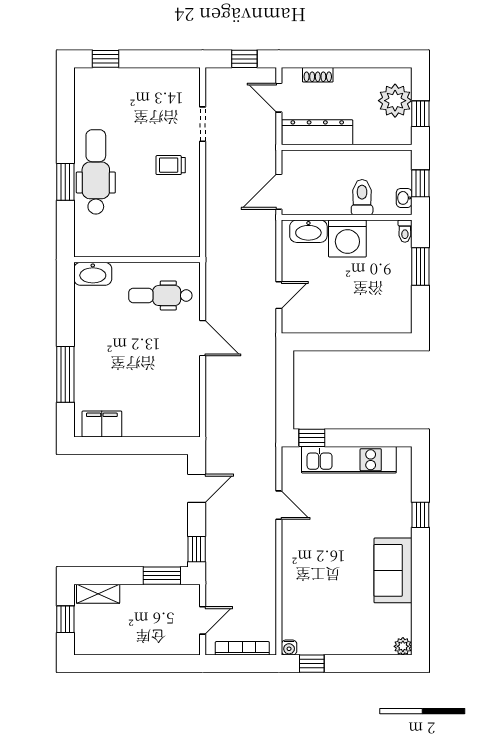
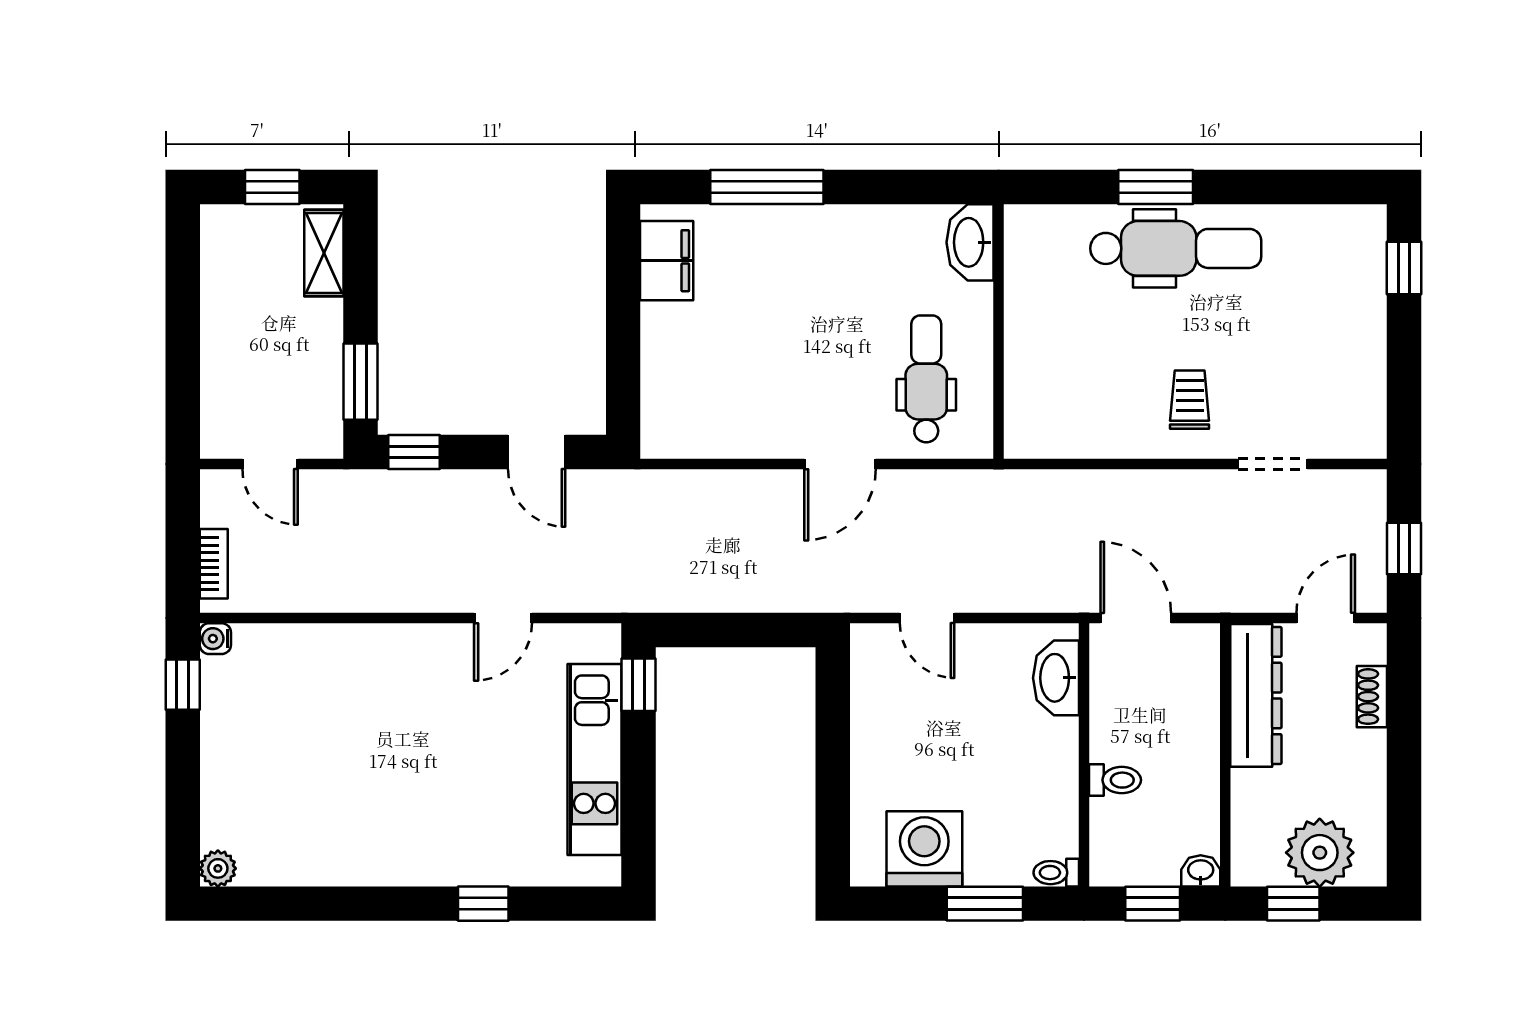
toilet: (362, 197) -> (1115, 780), width x0.73, depth x0.72
washbasin: (404, 198) -> (1201, 871), moved
washing machine: (347, 239) -> (924, 849), moved, turned 90
sofa: (393, 570) -> (371, 849), removed
bookcase: (242, 648) -> (214, 564), width x0.64

